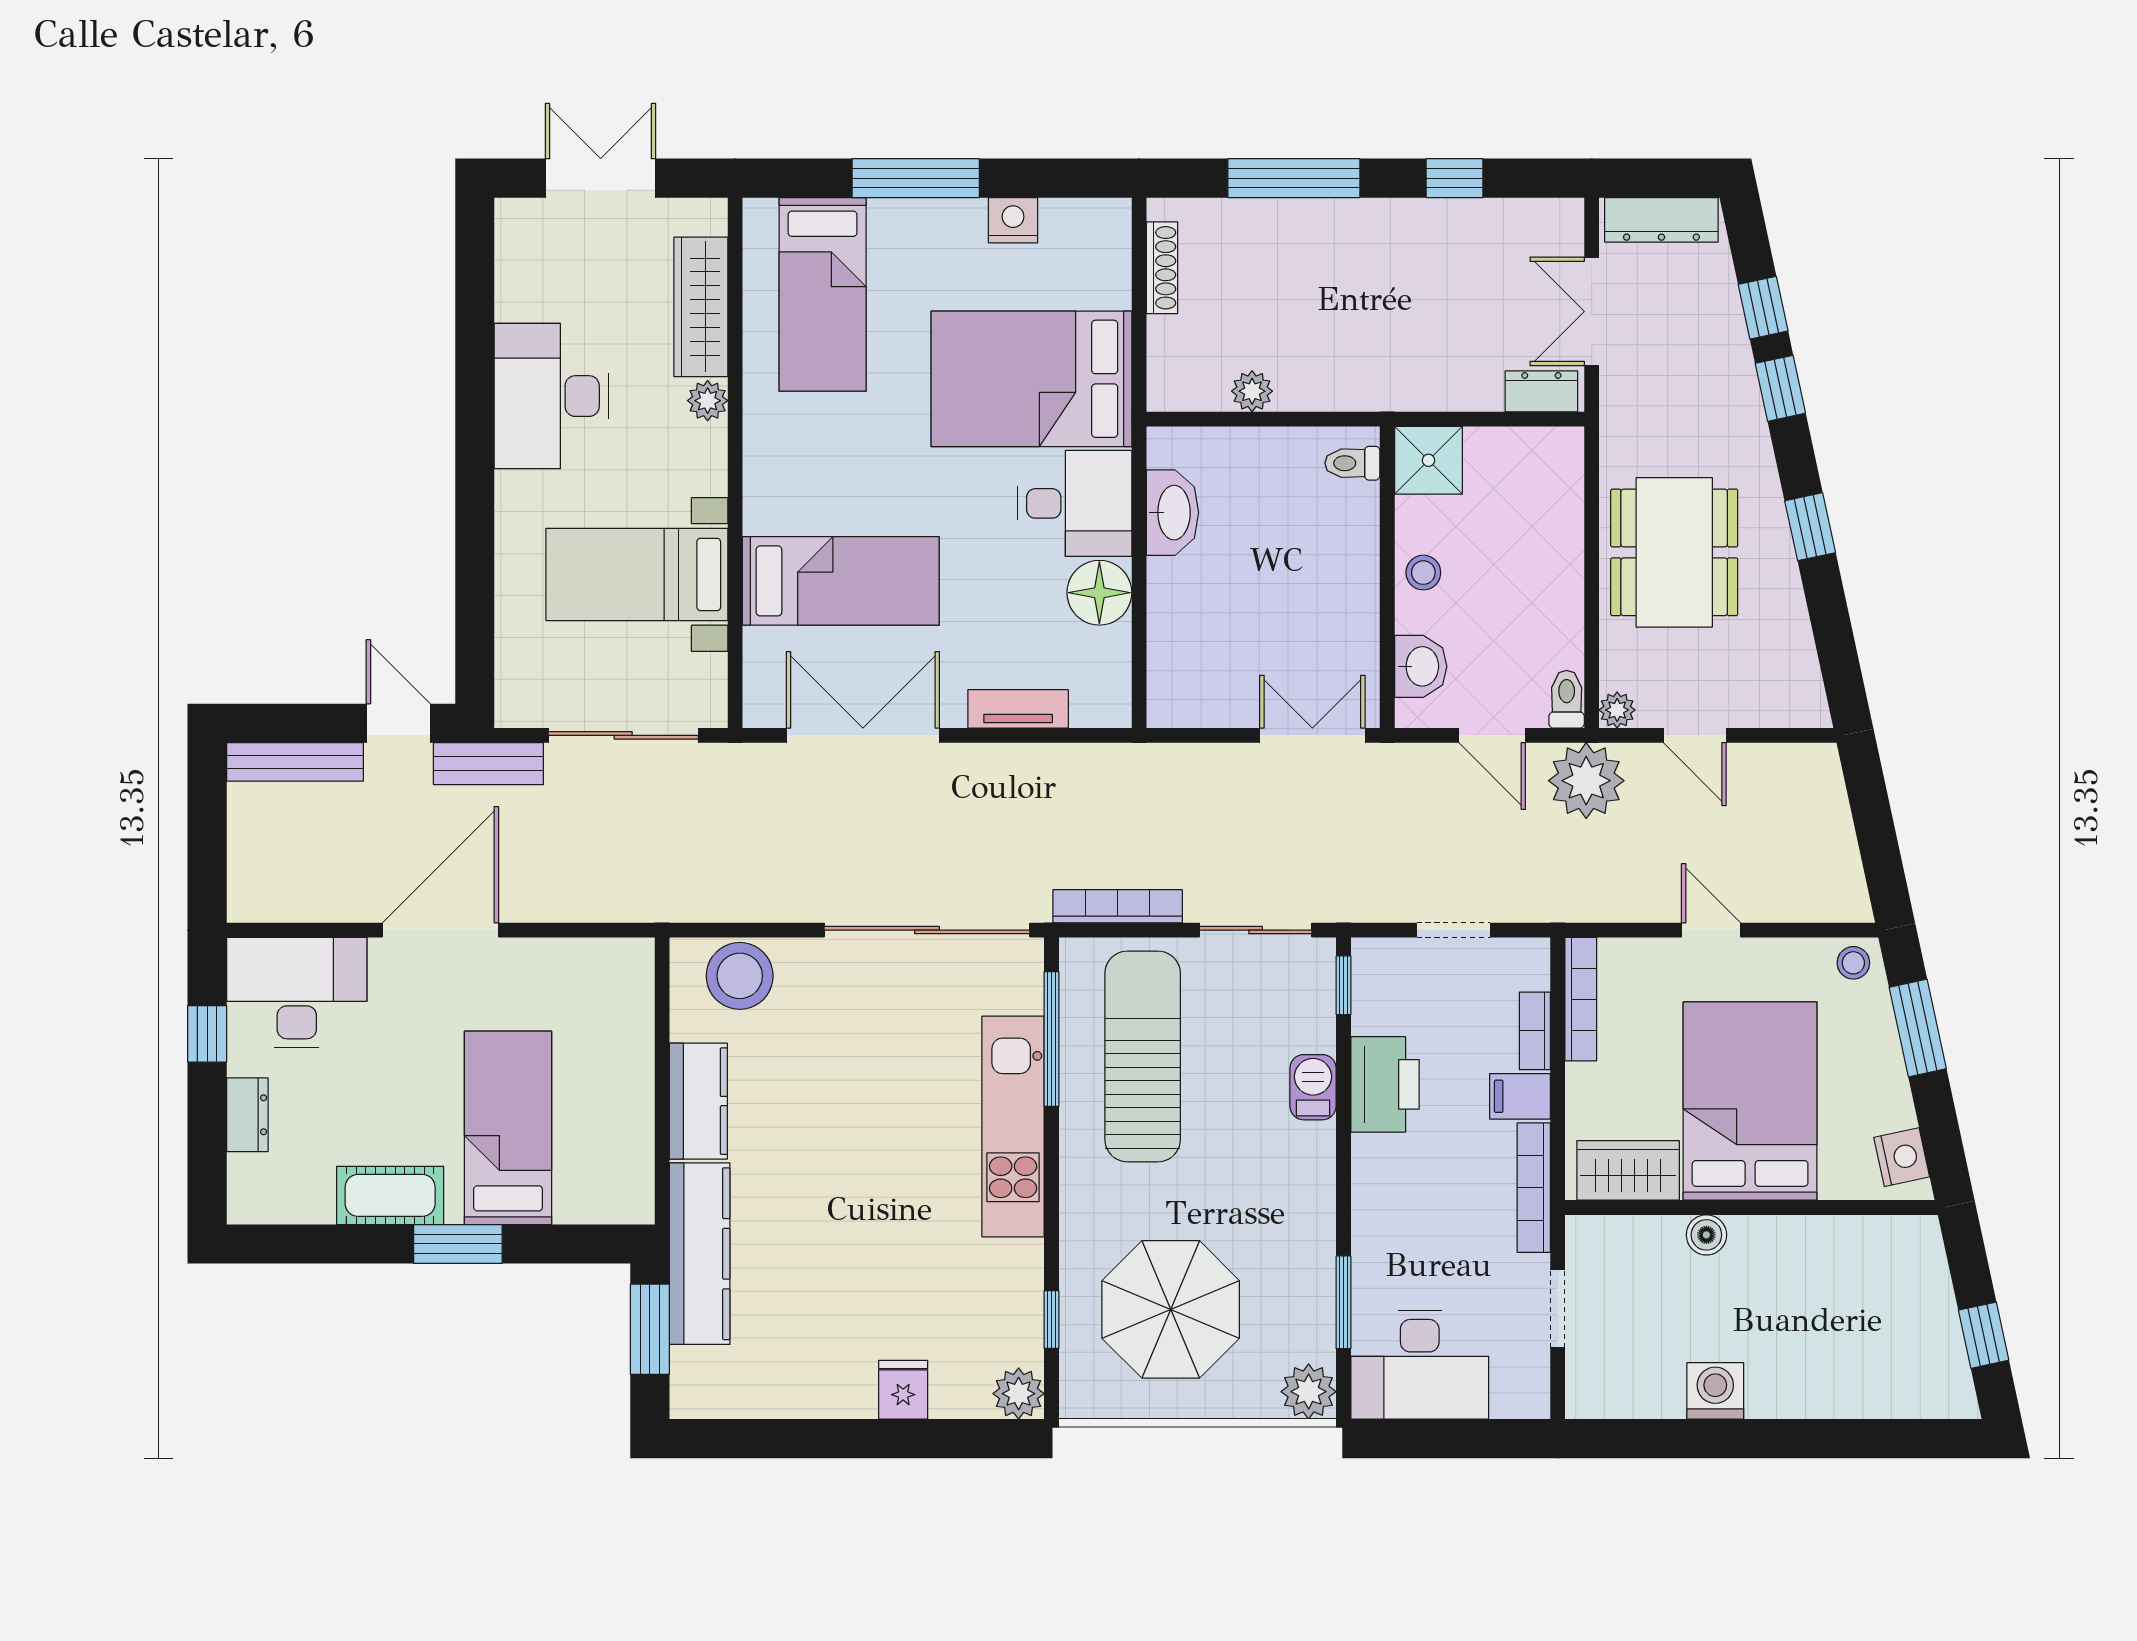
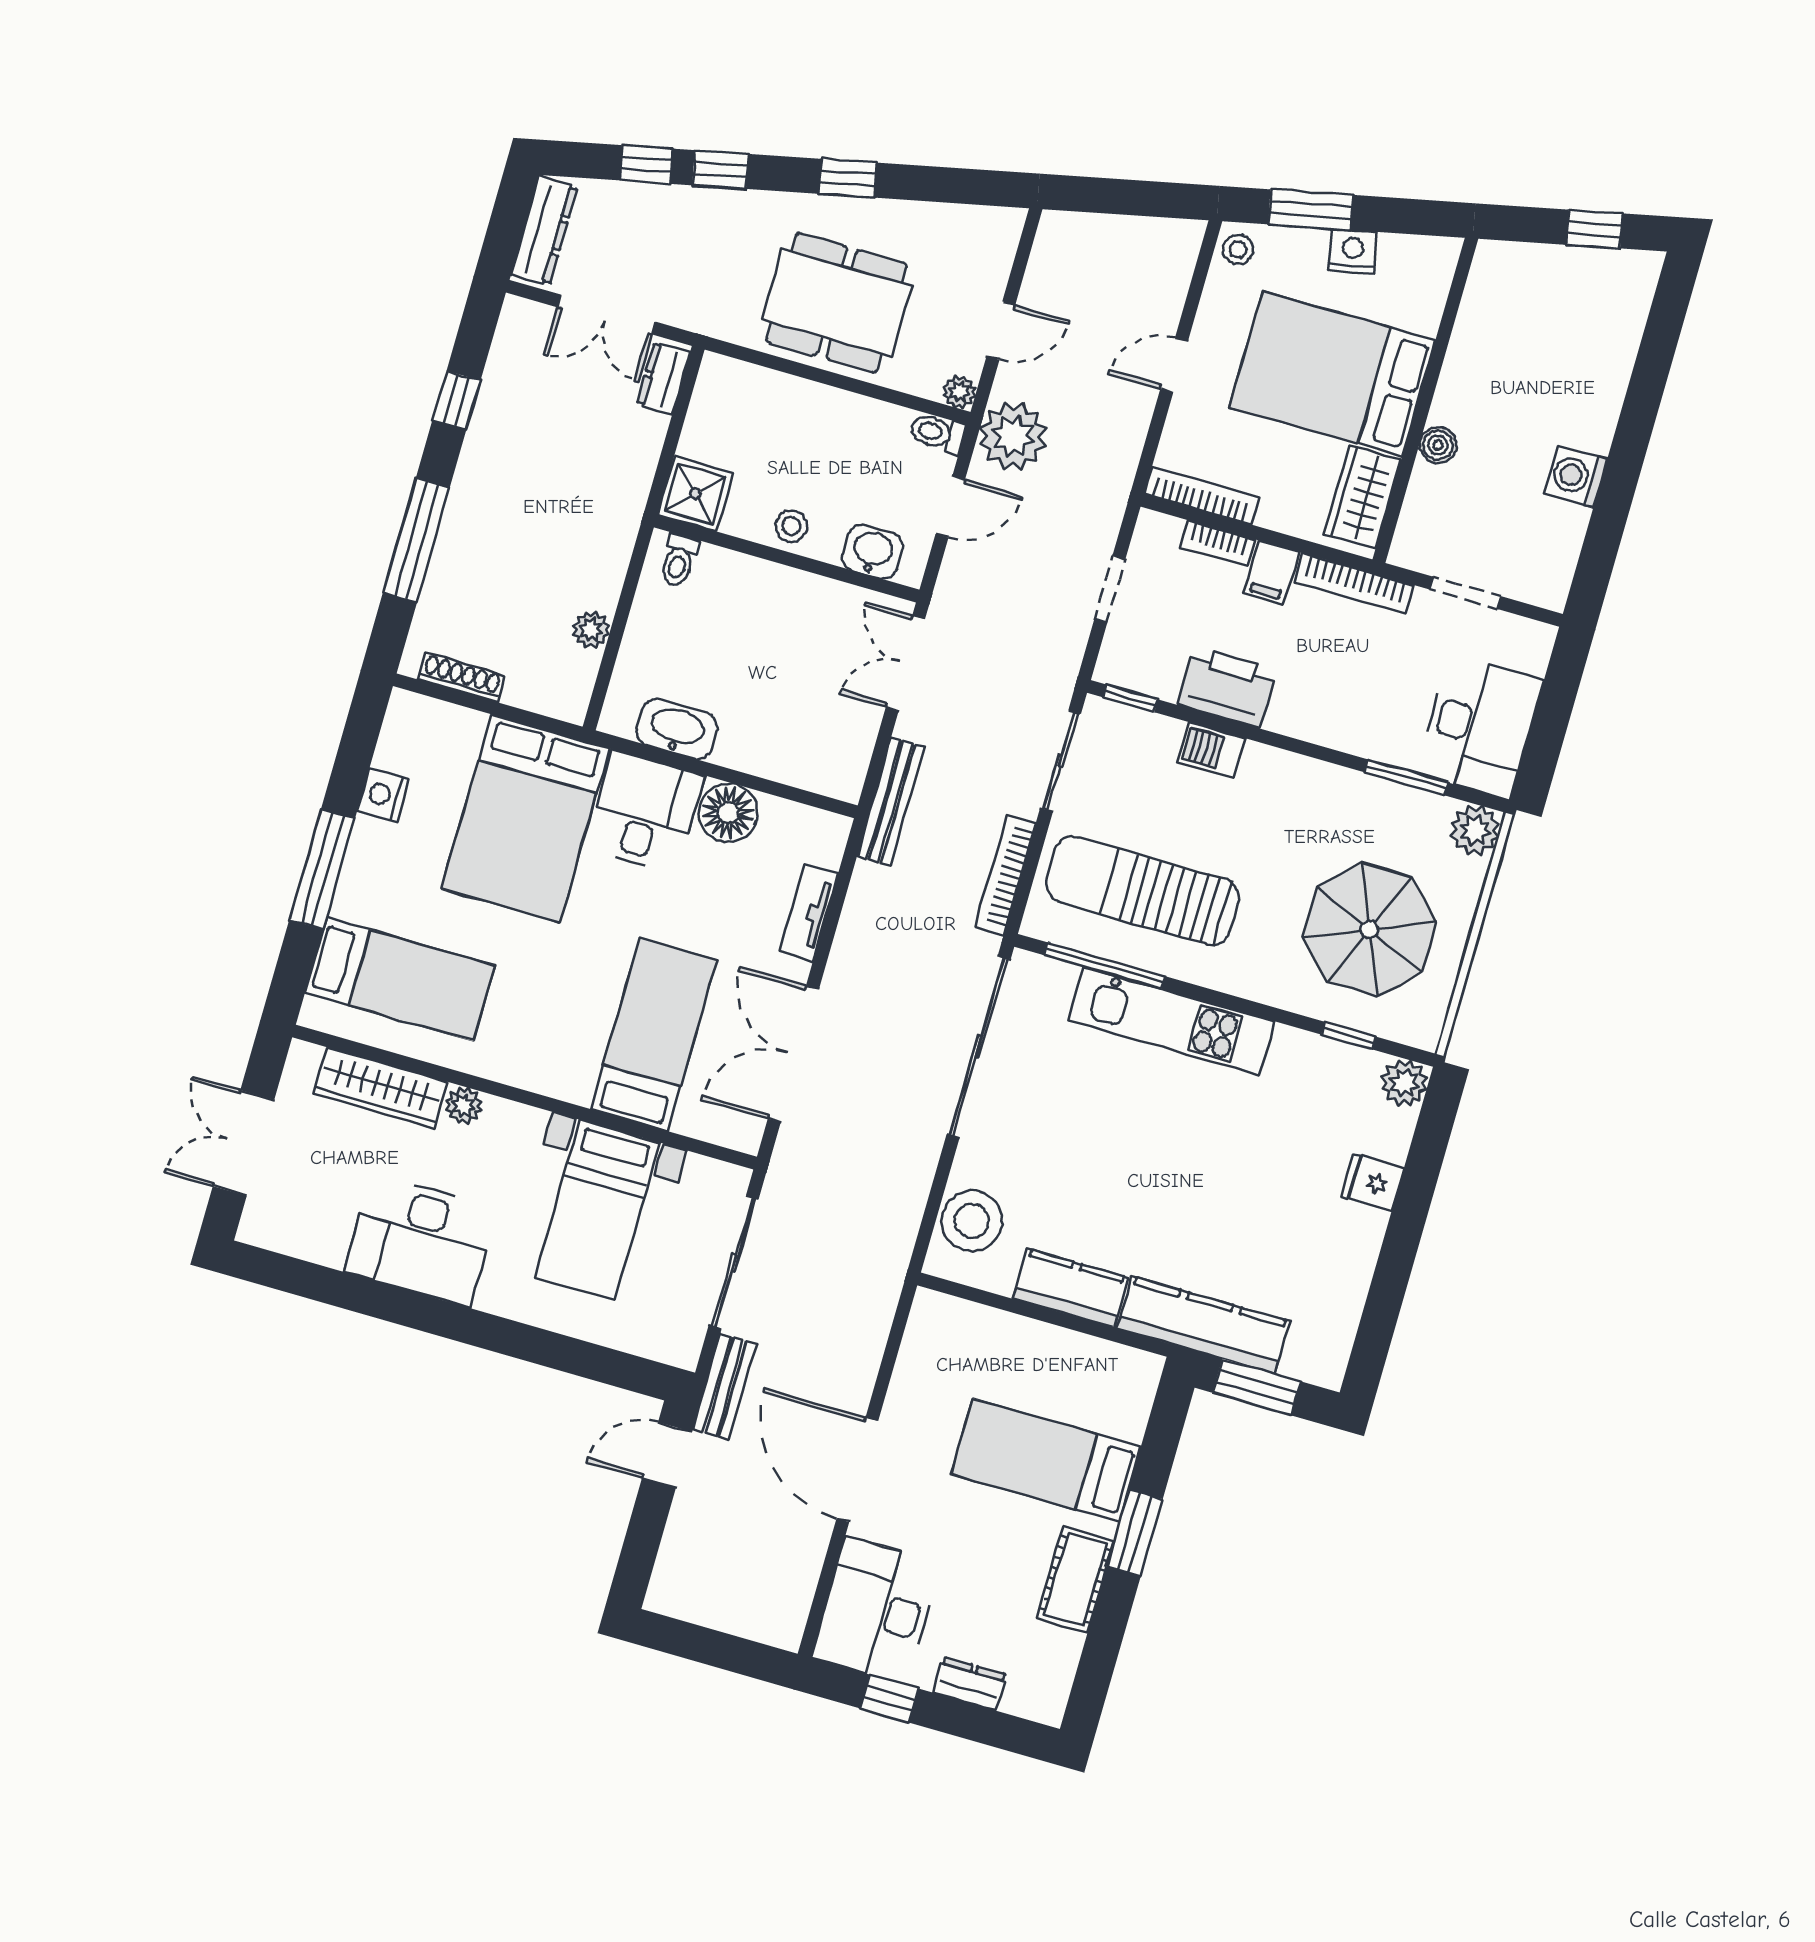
bench: (295, 762) -> (891, 802), moved
nightstand: (1902, 1157) -> (1353, 251), moved

